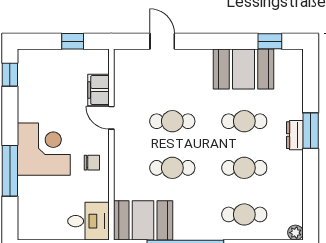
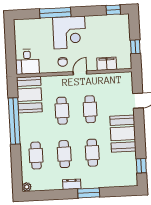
booth: (244, 69) -> (123, 134), moved
door: (111, 118) -> (80, 73), moved
dresser: (295, 135) -> (72, 184), moved

